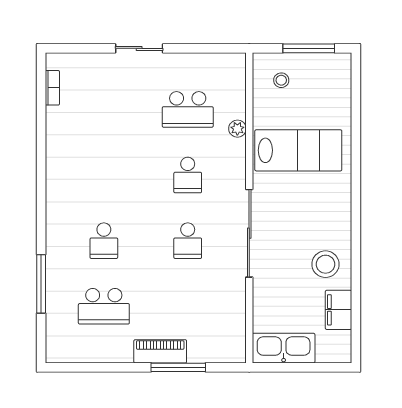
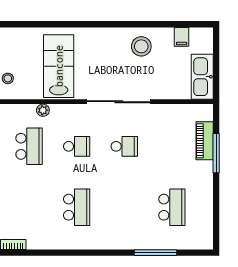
school desk: (104, 241) -> (77, 207), moved, width x1.85
filing cabinet: (339, 310) -> (182, 37), width x0.50
piano: (160, 351) -> (205, 141), moved

